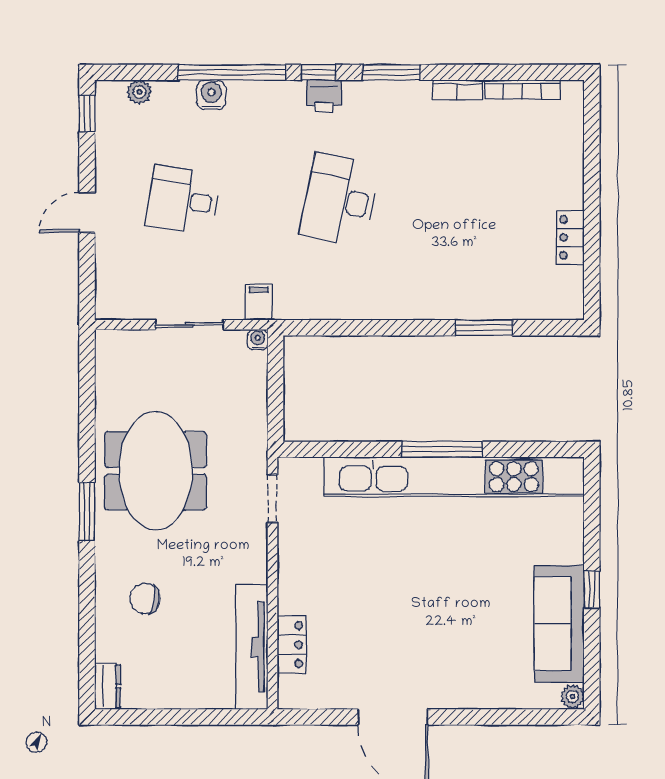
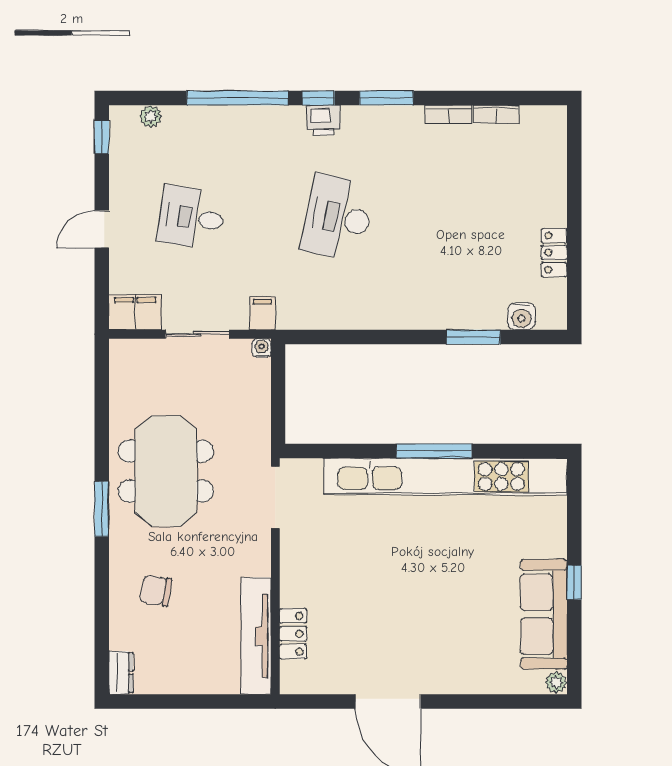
bookcase: (522, 90) -> (496, 114), width x0.64
water cooler: (211, 95) -> (521, 316), moved, turned 180
filing cabinet: (123, 301) -> (135, 312), added
doorway: (272, 499) -> (275, 497), width x1.38

